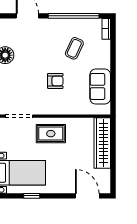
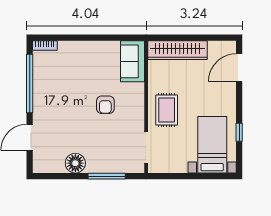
coffee table: (74, 48) -> (67, 83), removed
armchair: (55, 81) -> (105, 105), turned 180
sofa: (100, 86) -> (132, 61), moved, turned 90

